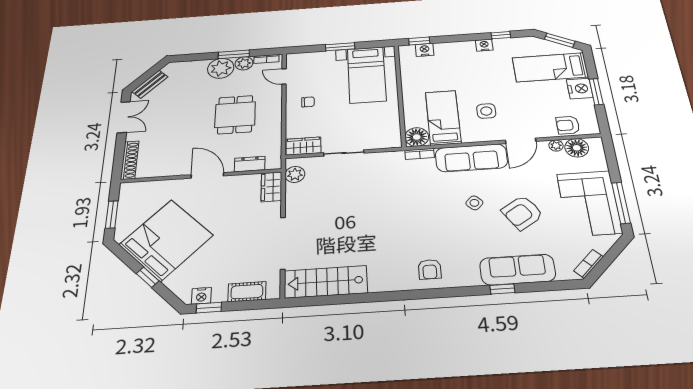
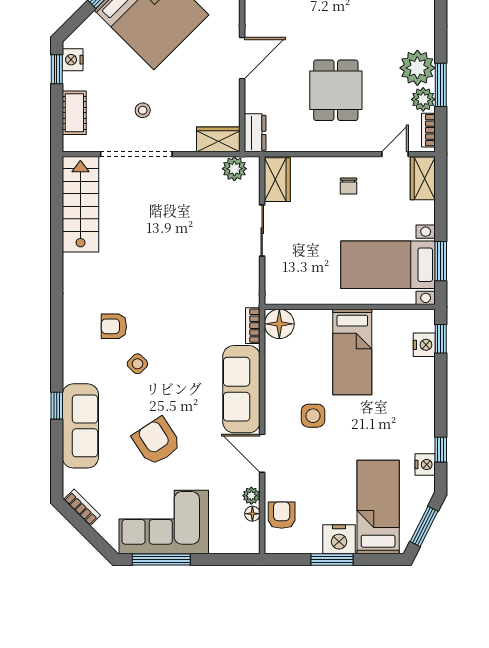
nightstand: (484, 45) -> (425, 465), moved
window: (340, 47) -> (441, 261), moved
wardrobe: (302, 59) -> (423, 178), added
dining table: (235, 115) -> (336, 90), turned 90
bed: (443, 118) -> (352, 352), moved, turned 90
floor lamp: (577, 148) -> (252, 514), width x0.53, depth x0.53
dresser: (250, 164) -> (255, 133), moved
side table: (474, 203) -> (137, 364), moved
stool: (246, 241) -> (143, 110), added
armchair: (430, 269) -> (114, 326), moved

